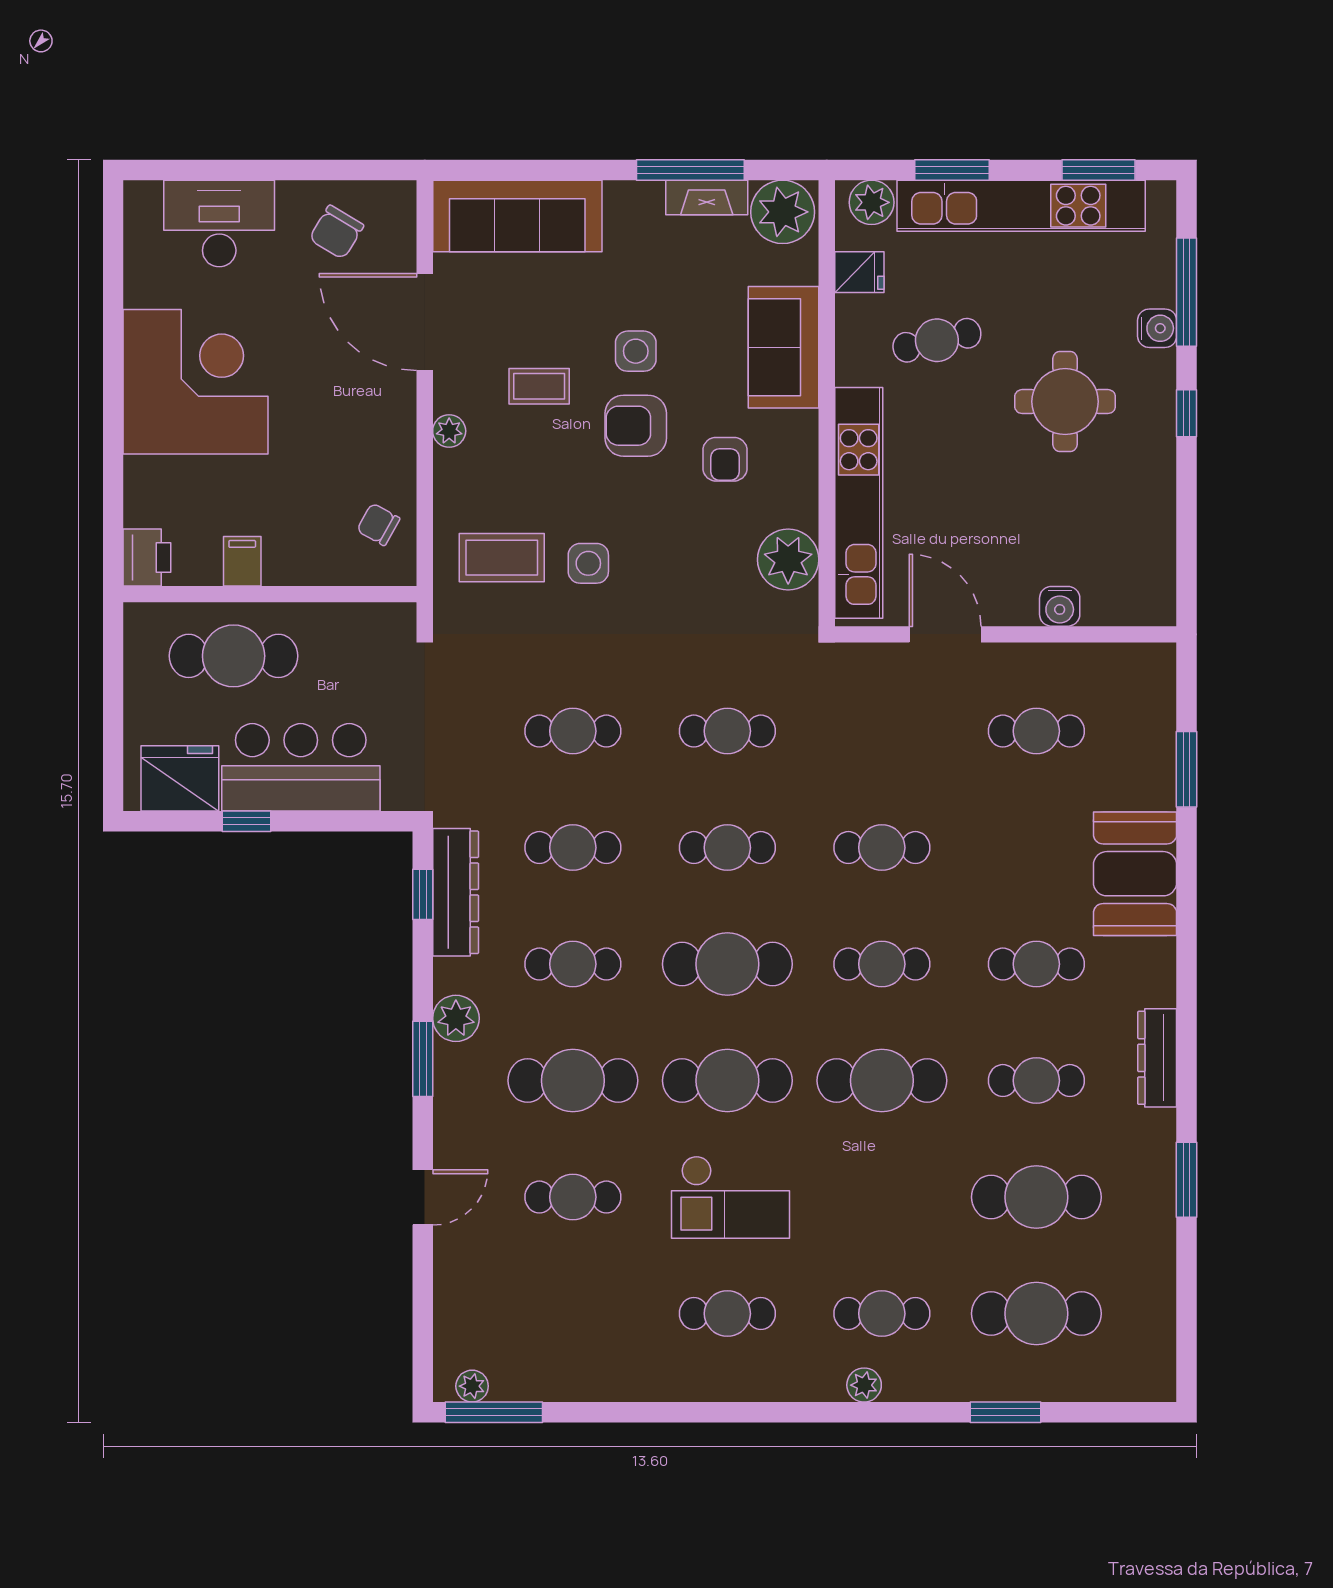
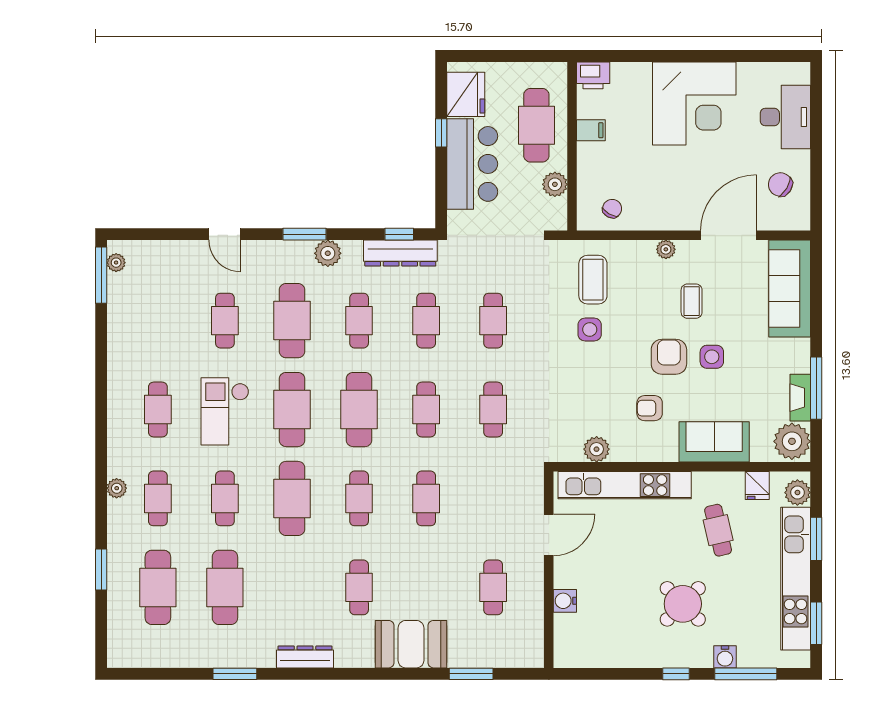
round table: (1065, 402) -> (683, 604), turned 45
plant: (788, 560) -> (597, 449), width x0.73, depth x0.73
plant: (336, 624) -> (555, 184), added
cafe table: (1036, 1081) -> (225, 498), moved

